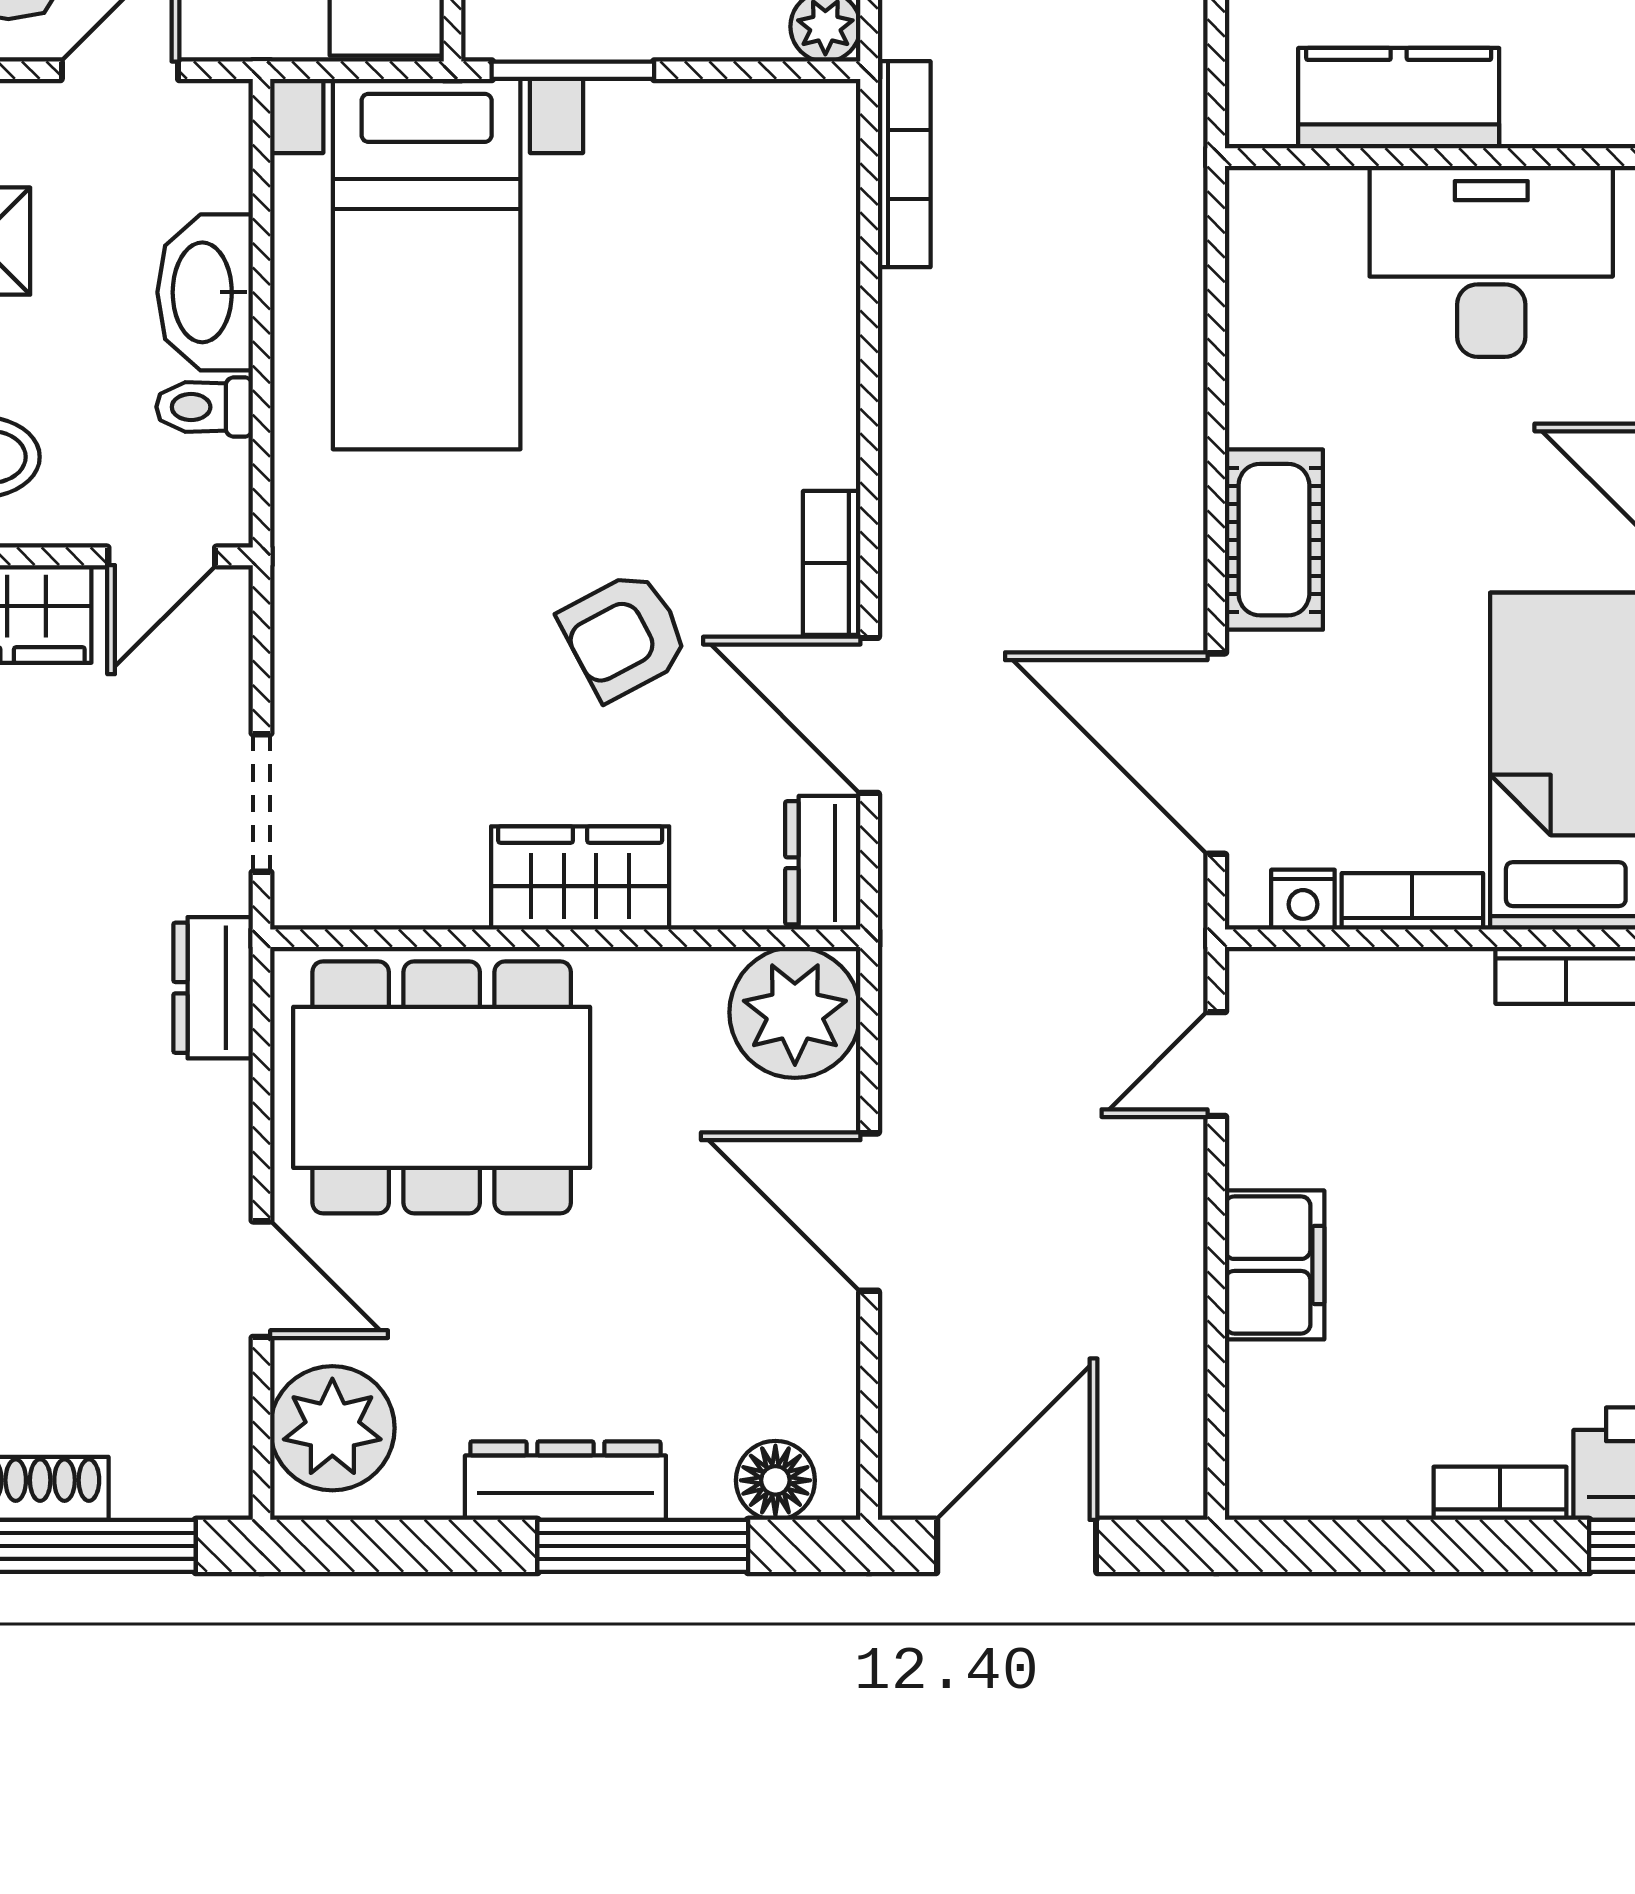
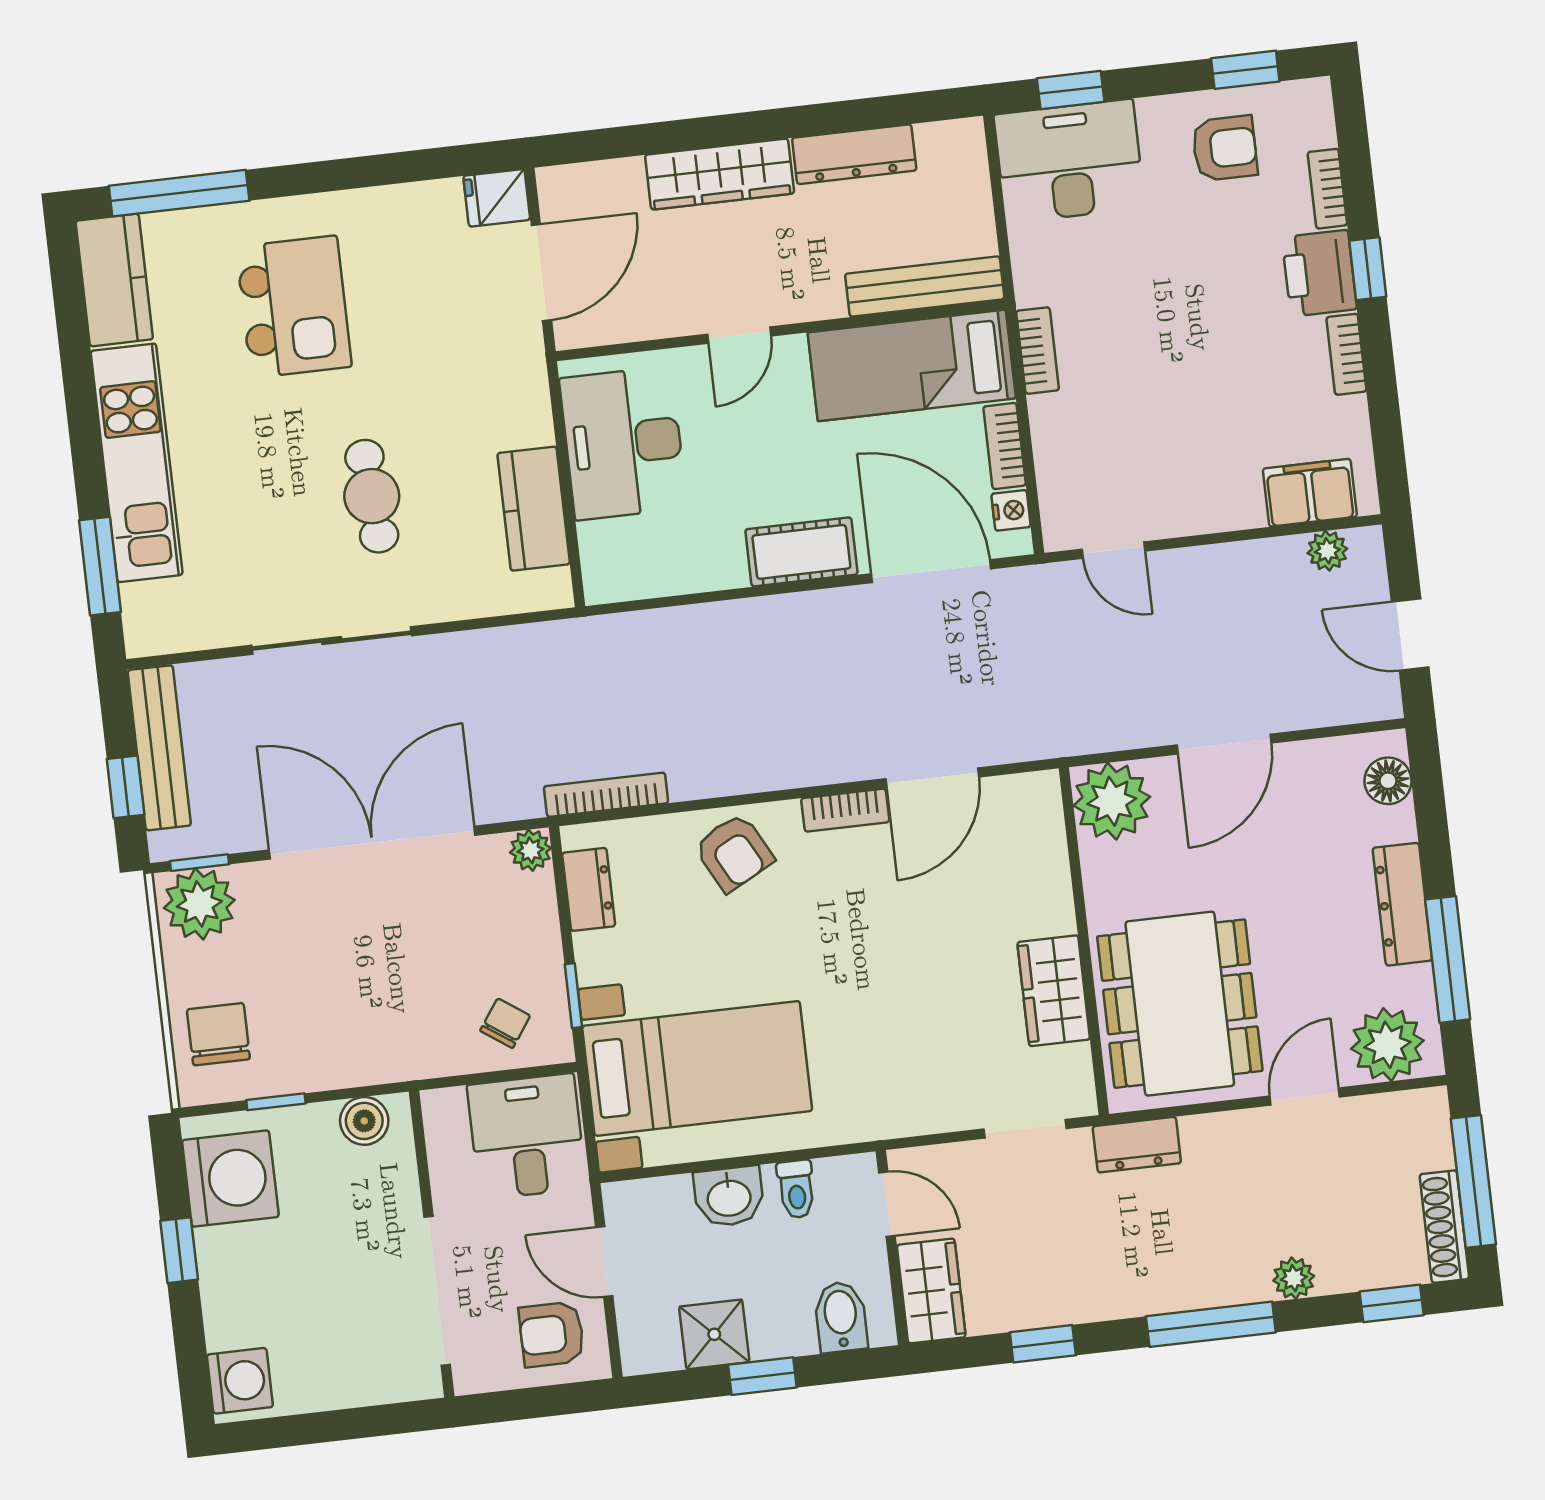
window: (573, 70) -> (573, 996), width x0.67
washbasin: (205, 292) -> (729, 1197), width x0.72
armchair: (624, 635) -> (734, 853), moved
door: (1216, 754) -> (931, 571), swing flipped
dresser: (823, 863) -> (589, 889), moved, turned -90
wardrobe: (580, 878) -> (1054, 991), moved
filing cabinet: (1275, 1265) -> (1310, 493), moved
plant: (1174, 1423) -> (1327, 551), added
window: (643, 1546) -> (1448, 959), moved
door: (1017, 1546) -> (1410, 635), width x0.73

